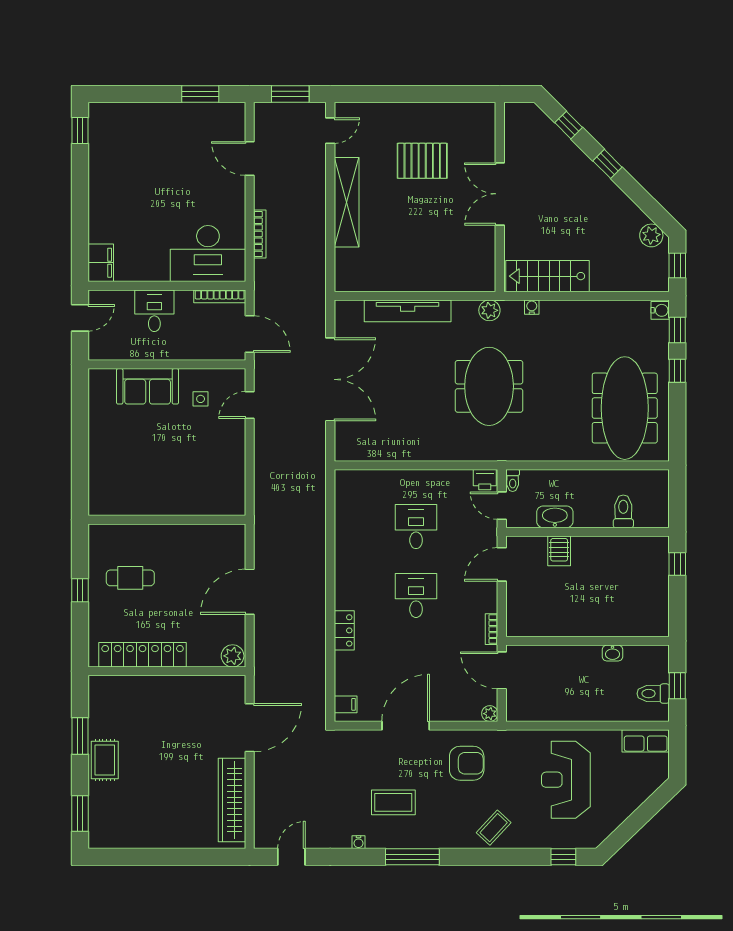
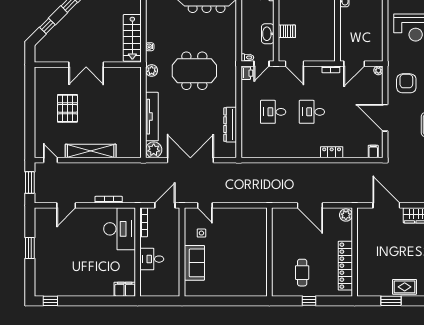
window: (200, 94) -> (30, 248), moved
plant: (349, 314) -> (154, 150), added
door: (80, 318) -> (156, 301), removed
dresser: (393, 450) -> (230, 125), added

